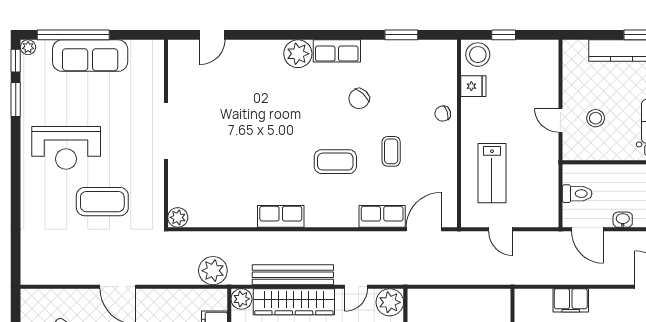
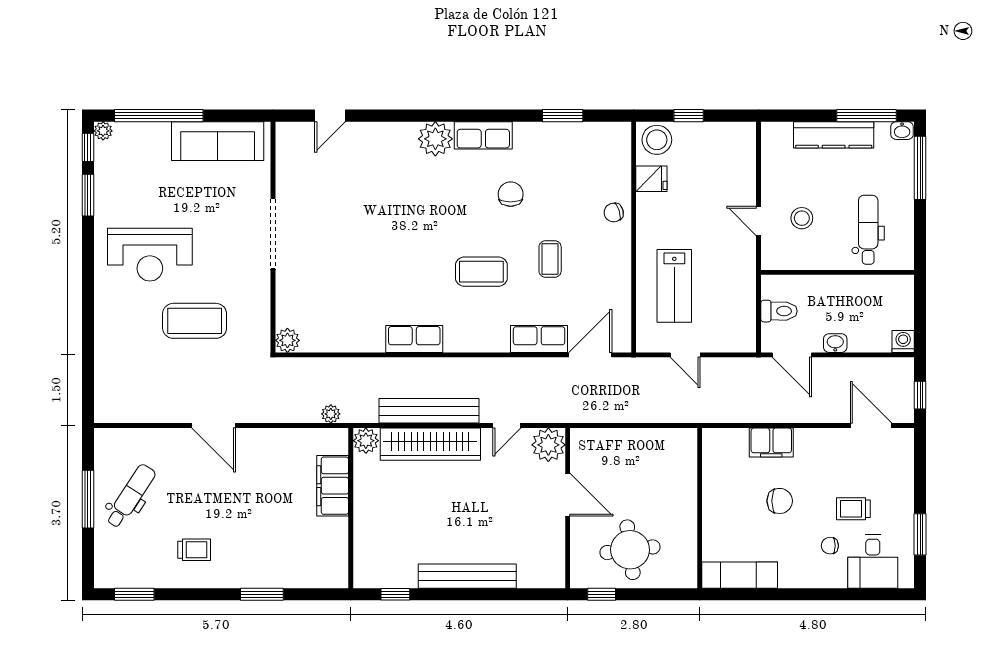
sofa: (90, 56) -> (218, 141), moved
chair: (359, 99) -> (511, 194), turned 138
plant: (213, 271) -> (331, 414), width x0.53, depth x0.53

